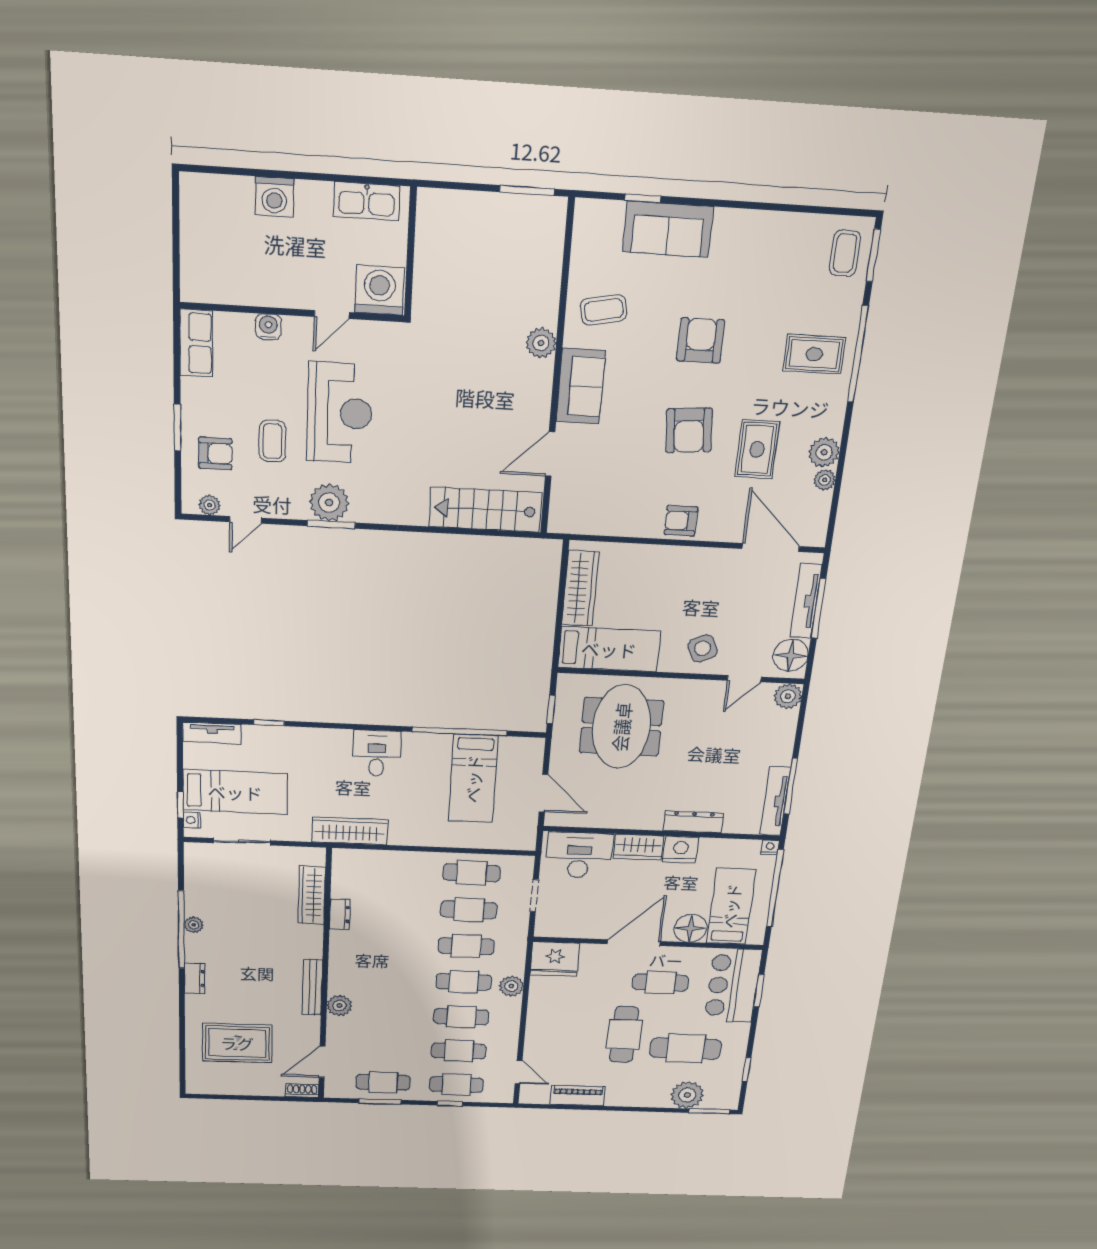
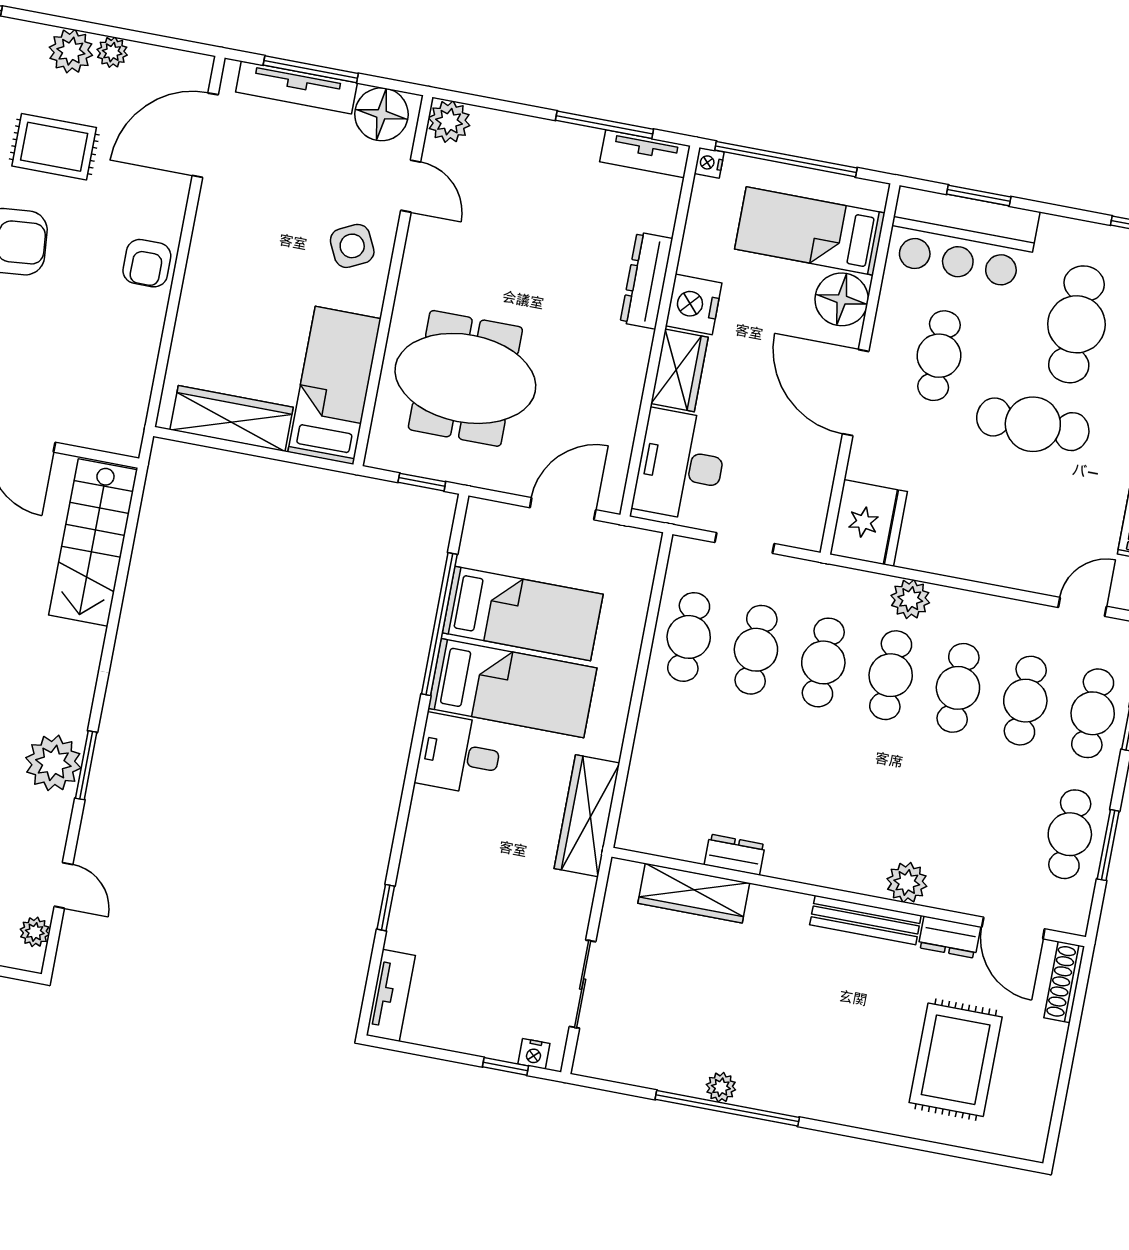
bed: (235, 792) -> (512, 688), moved, turned 90
tv unit: (775, 801) -> (645, 154), width x0.71
dresser: (195, 978) -> (950, 937), moved, turned 180
shoe rack: (302, 1091) -> (1064, 982), width x1.43

